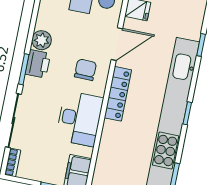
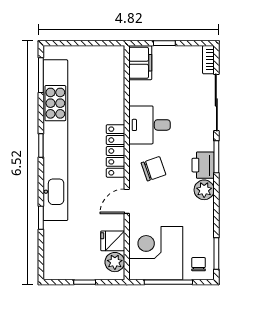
door: (117, 44) -> (127, 201), width x0.73
chair: (85, 70) -> (153, 169), turned -110
desk: (79, 119) -> (150, 125), width x0.73

